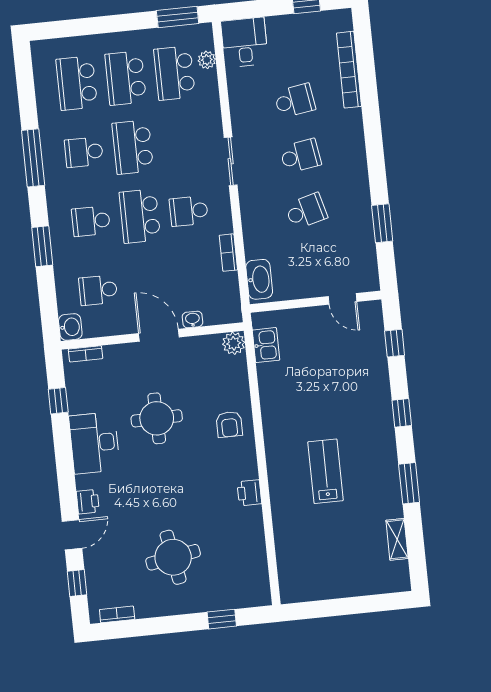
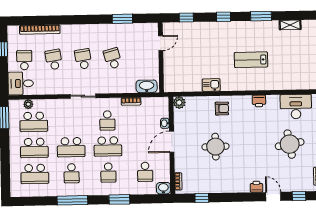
school desk: (289, 45) -> (24, 60), added
kitchen sink: (266, 345) -> (211, 85), moved
desk: (94, 443) -> (296, 107), moved, turned 180

